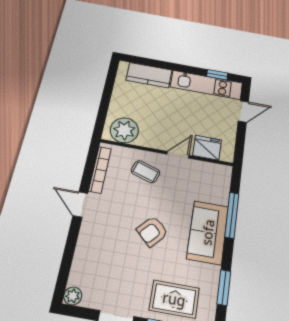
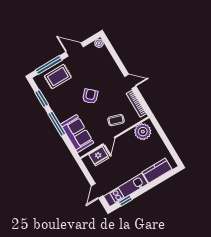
window: (232, 215) -> (57, 124), moved
sofa: (208, 232) -> (77, 134), moved

